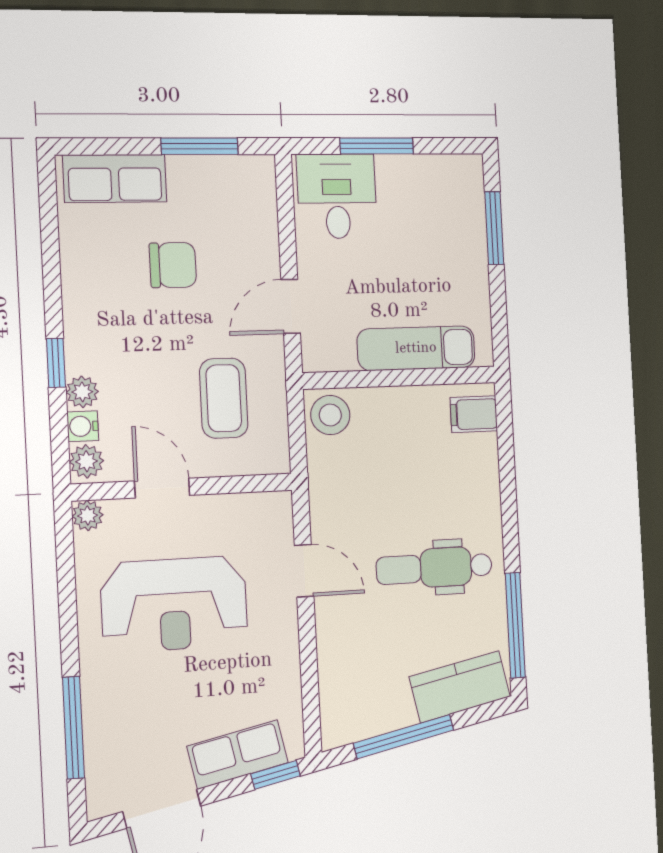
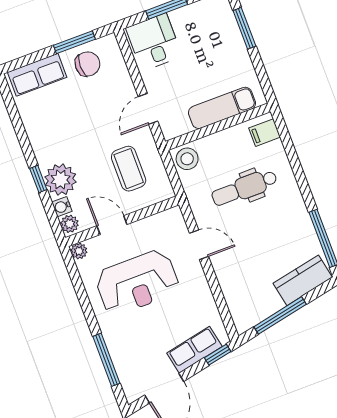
chair: (173, 265) -> (88, 64), moved
plant: (82, 392) -> (60, 180), width x1.88, depth x1.88
dental chair: (434, 568) -> (244, 188), moved

